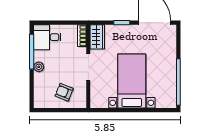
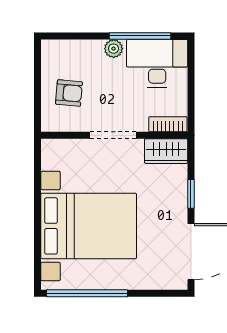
desk: (47, 37) -> (157, 63), width x1.37
bed with nightstands: (132, 81) -> (89, 226), width x1.36
armchair: (64, 92) -> (69, 93), turned 73

